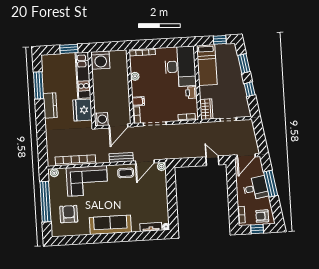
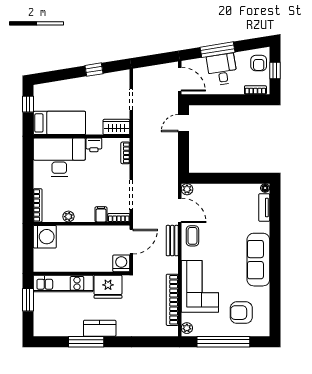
washing machine: (101, 60) -> (45, 237), moved
window: (244, 63) -> (60, 75), removed
window: (38, 85) -> (86, 342), moved
door: (118, 126) -> (131, 242), hinge flipped

